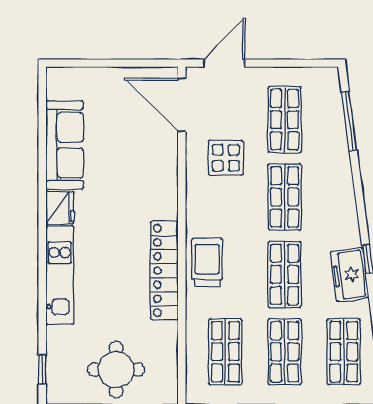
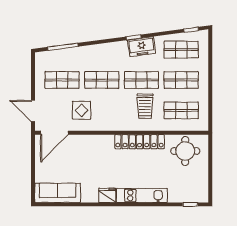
sofa: (65, 145) -> (58, 193), moved
trolley: (207, 262) -> (145, 106), moved, turned -90
round table: (116, 370) -> (185, 151), moved

